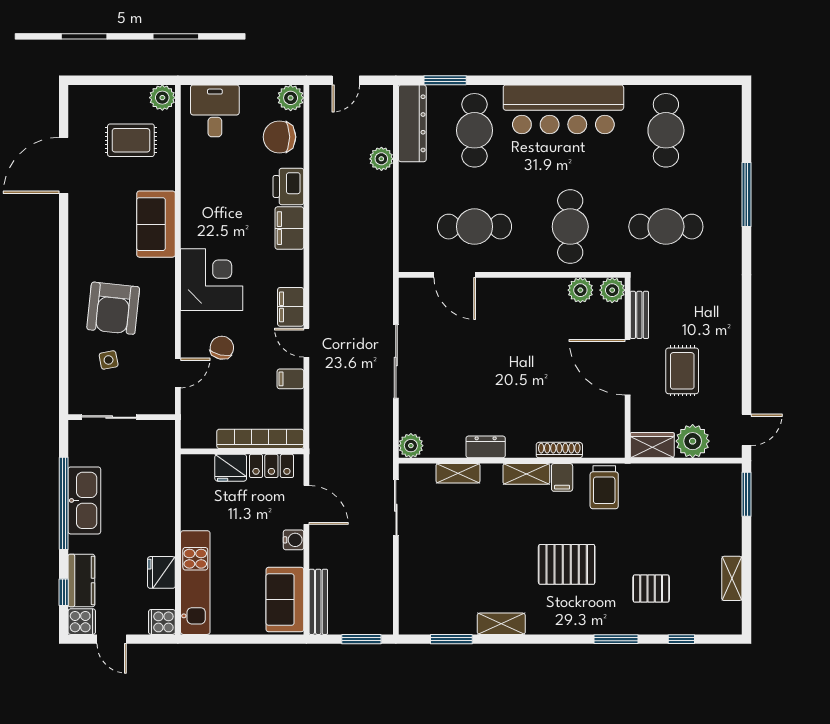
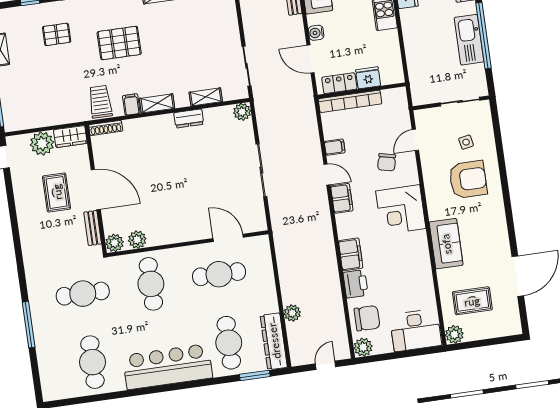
desk: (215, 111) -> (416, 330), width x1.37
armchair: (113, 308) -> (468, 179), turned 84
shoe rack: (559, 450) -> (106, 128), moved

